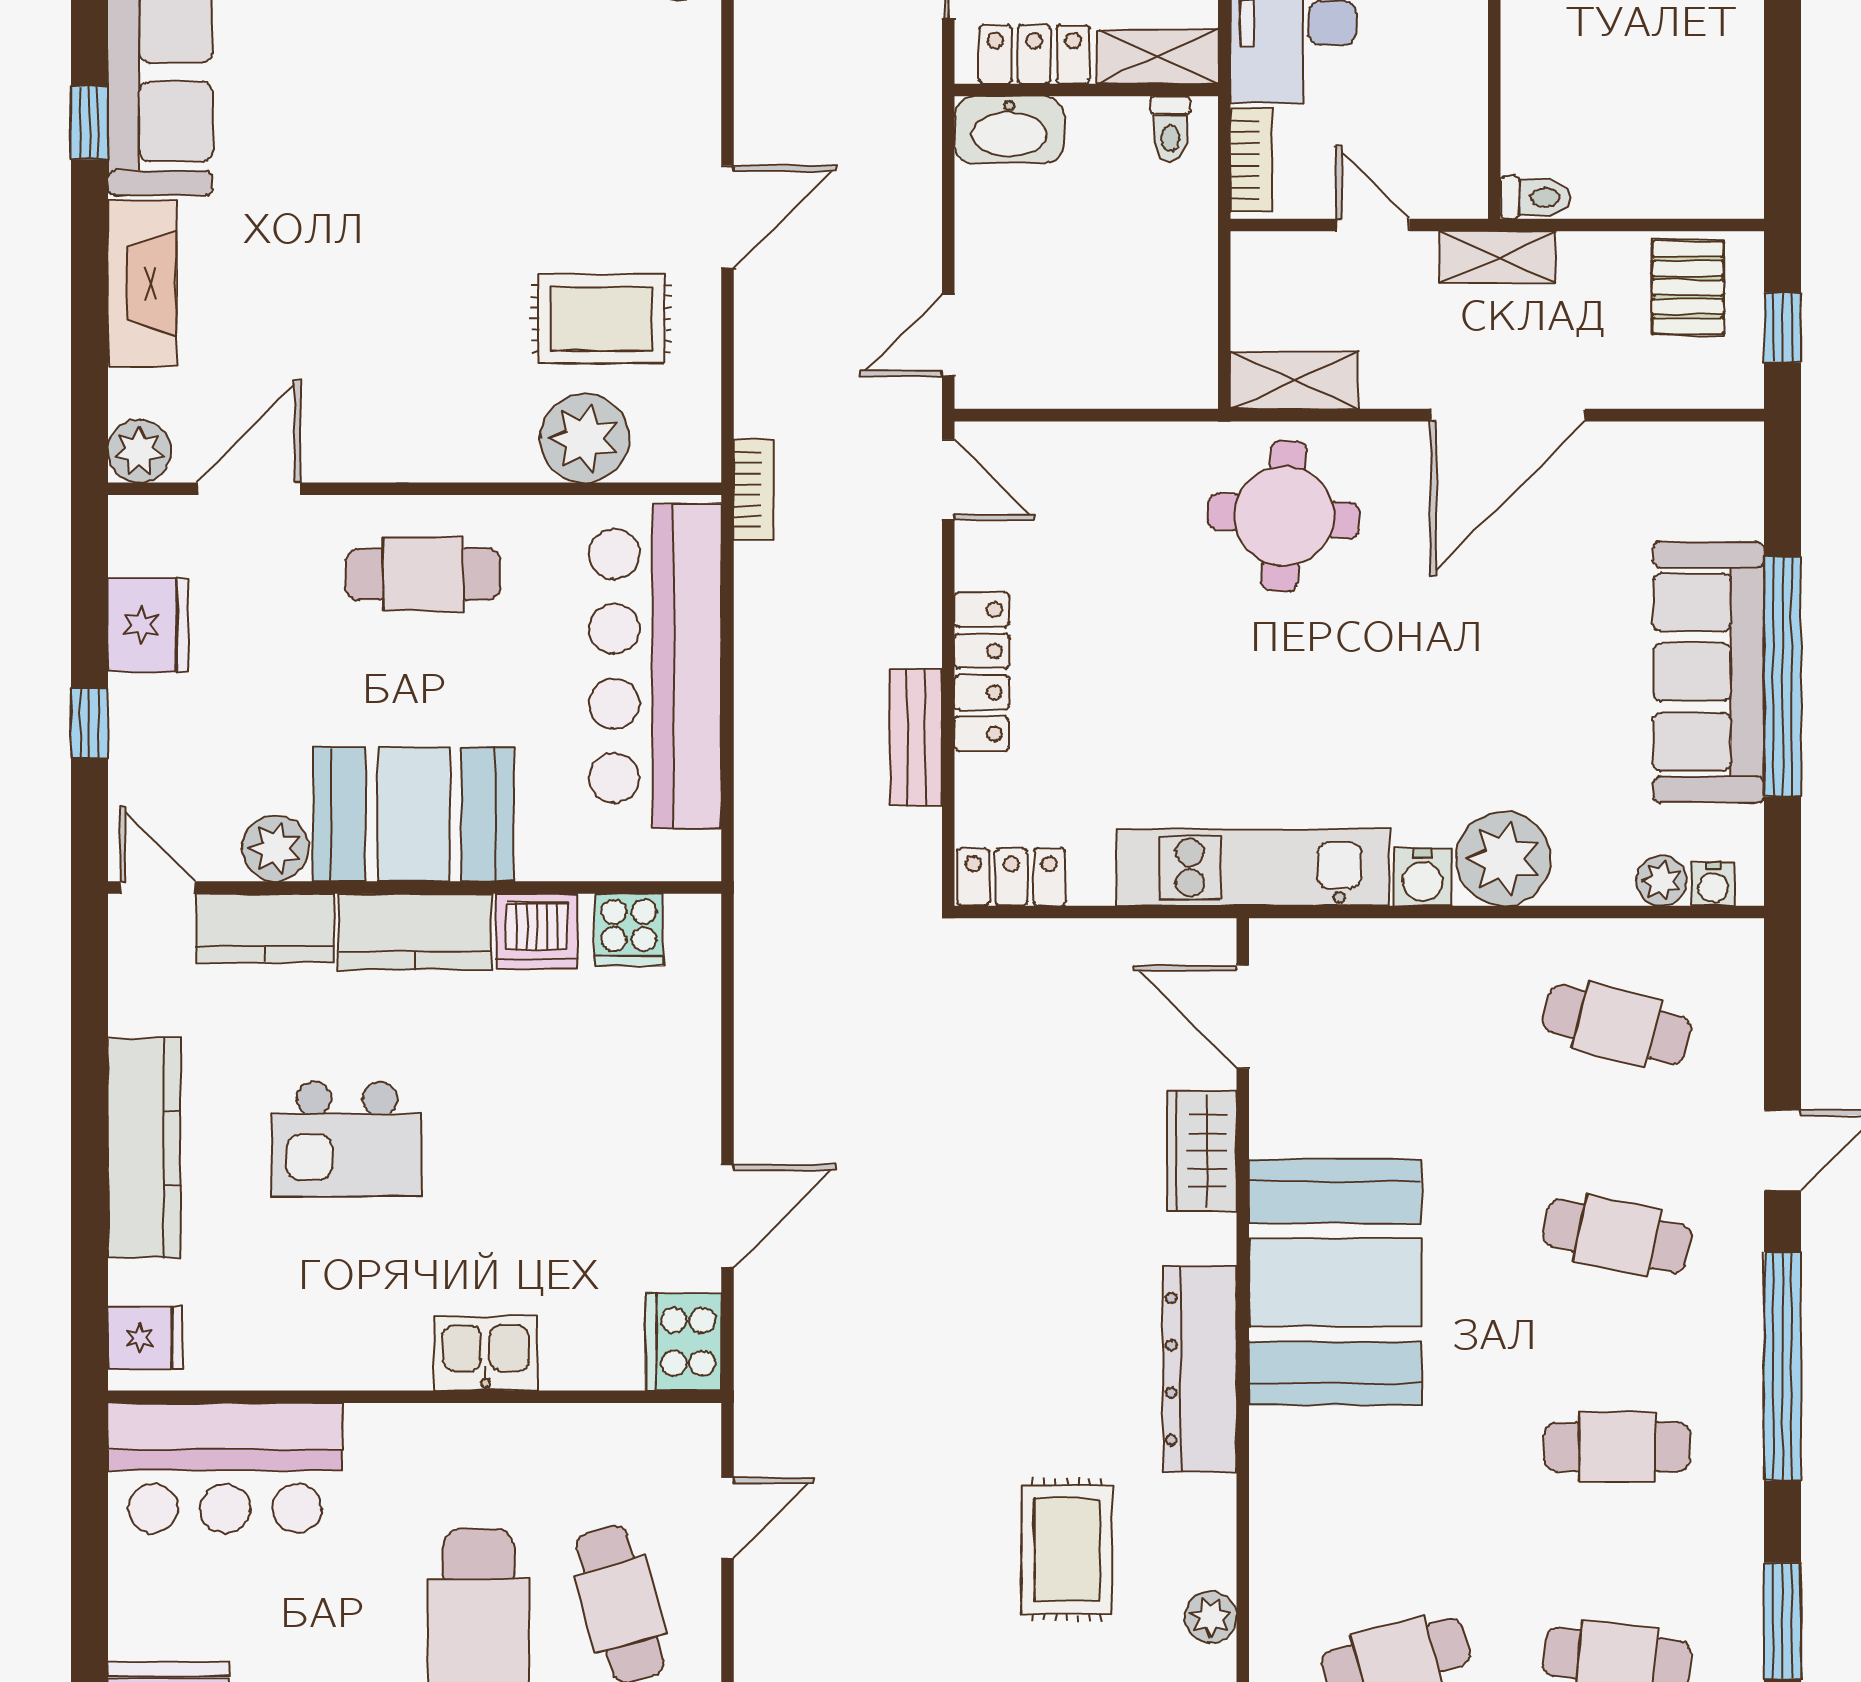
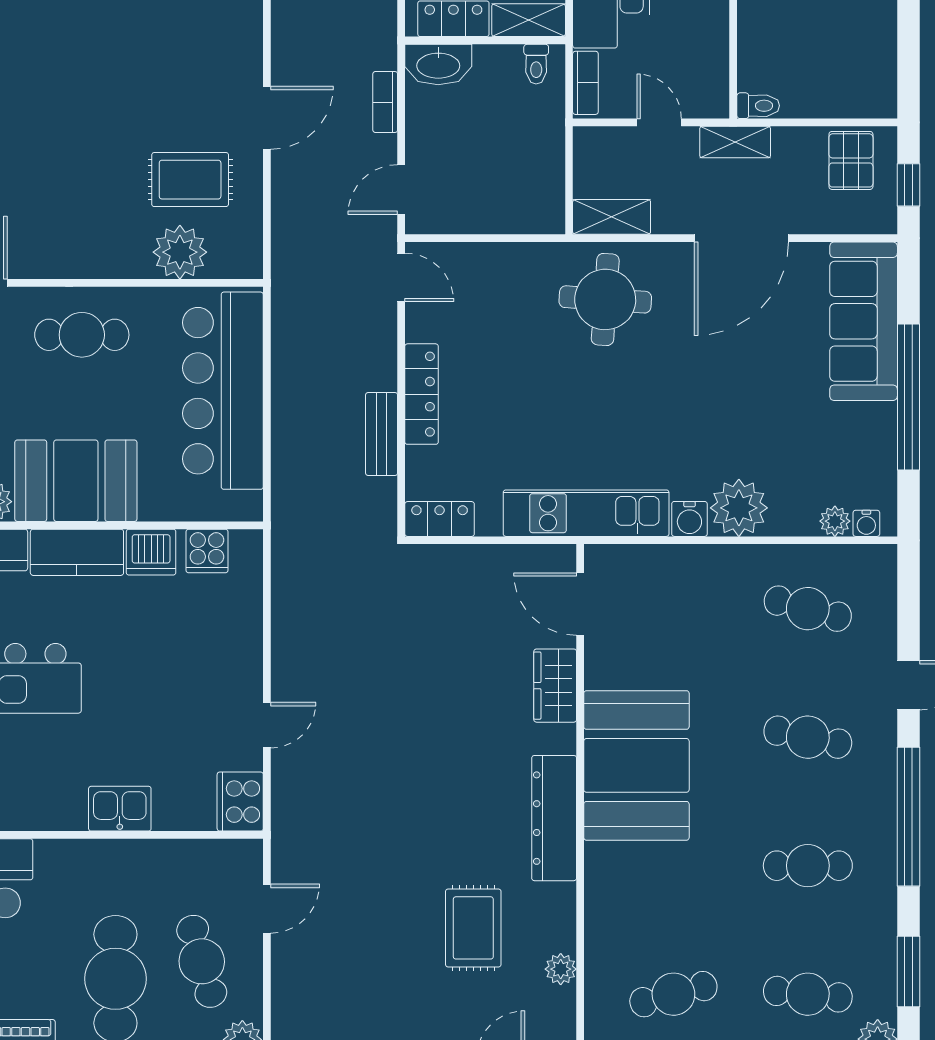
bookcase: (754, 490) -> (385, 102), moved, turned 180
sofa: (1709, 672) -> (864, 321), moved
door: (727, 1216) -> (267, 725), width x0.73

